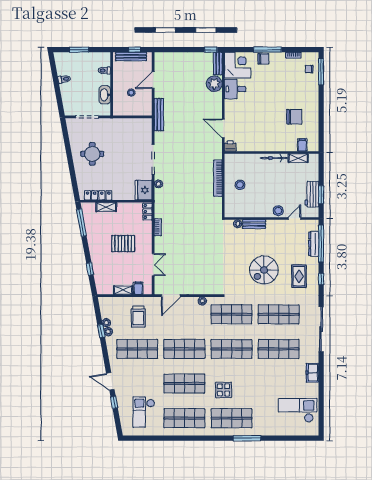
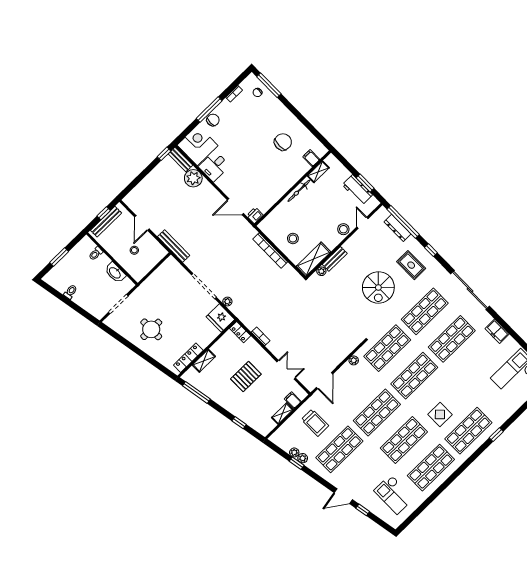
shelving: (240, 211) -> (313, 259), added
window: (247, 438) -> (496, 435), width x0.46

